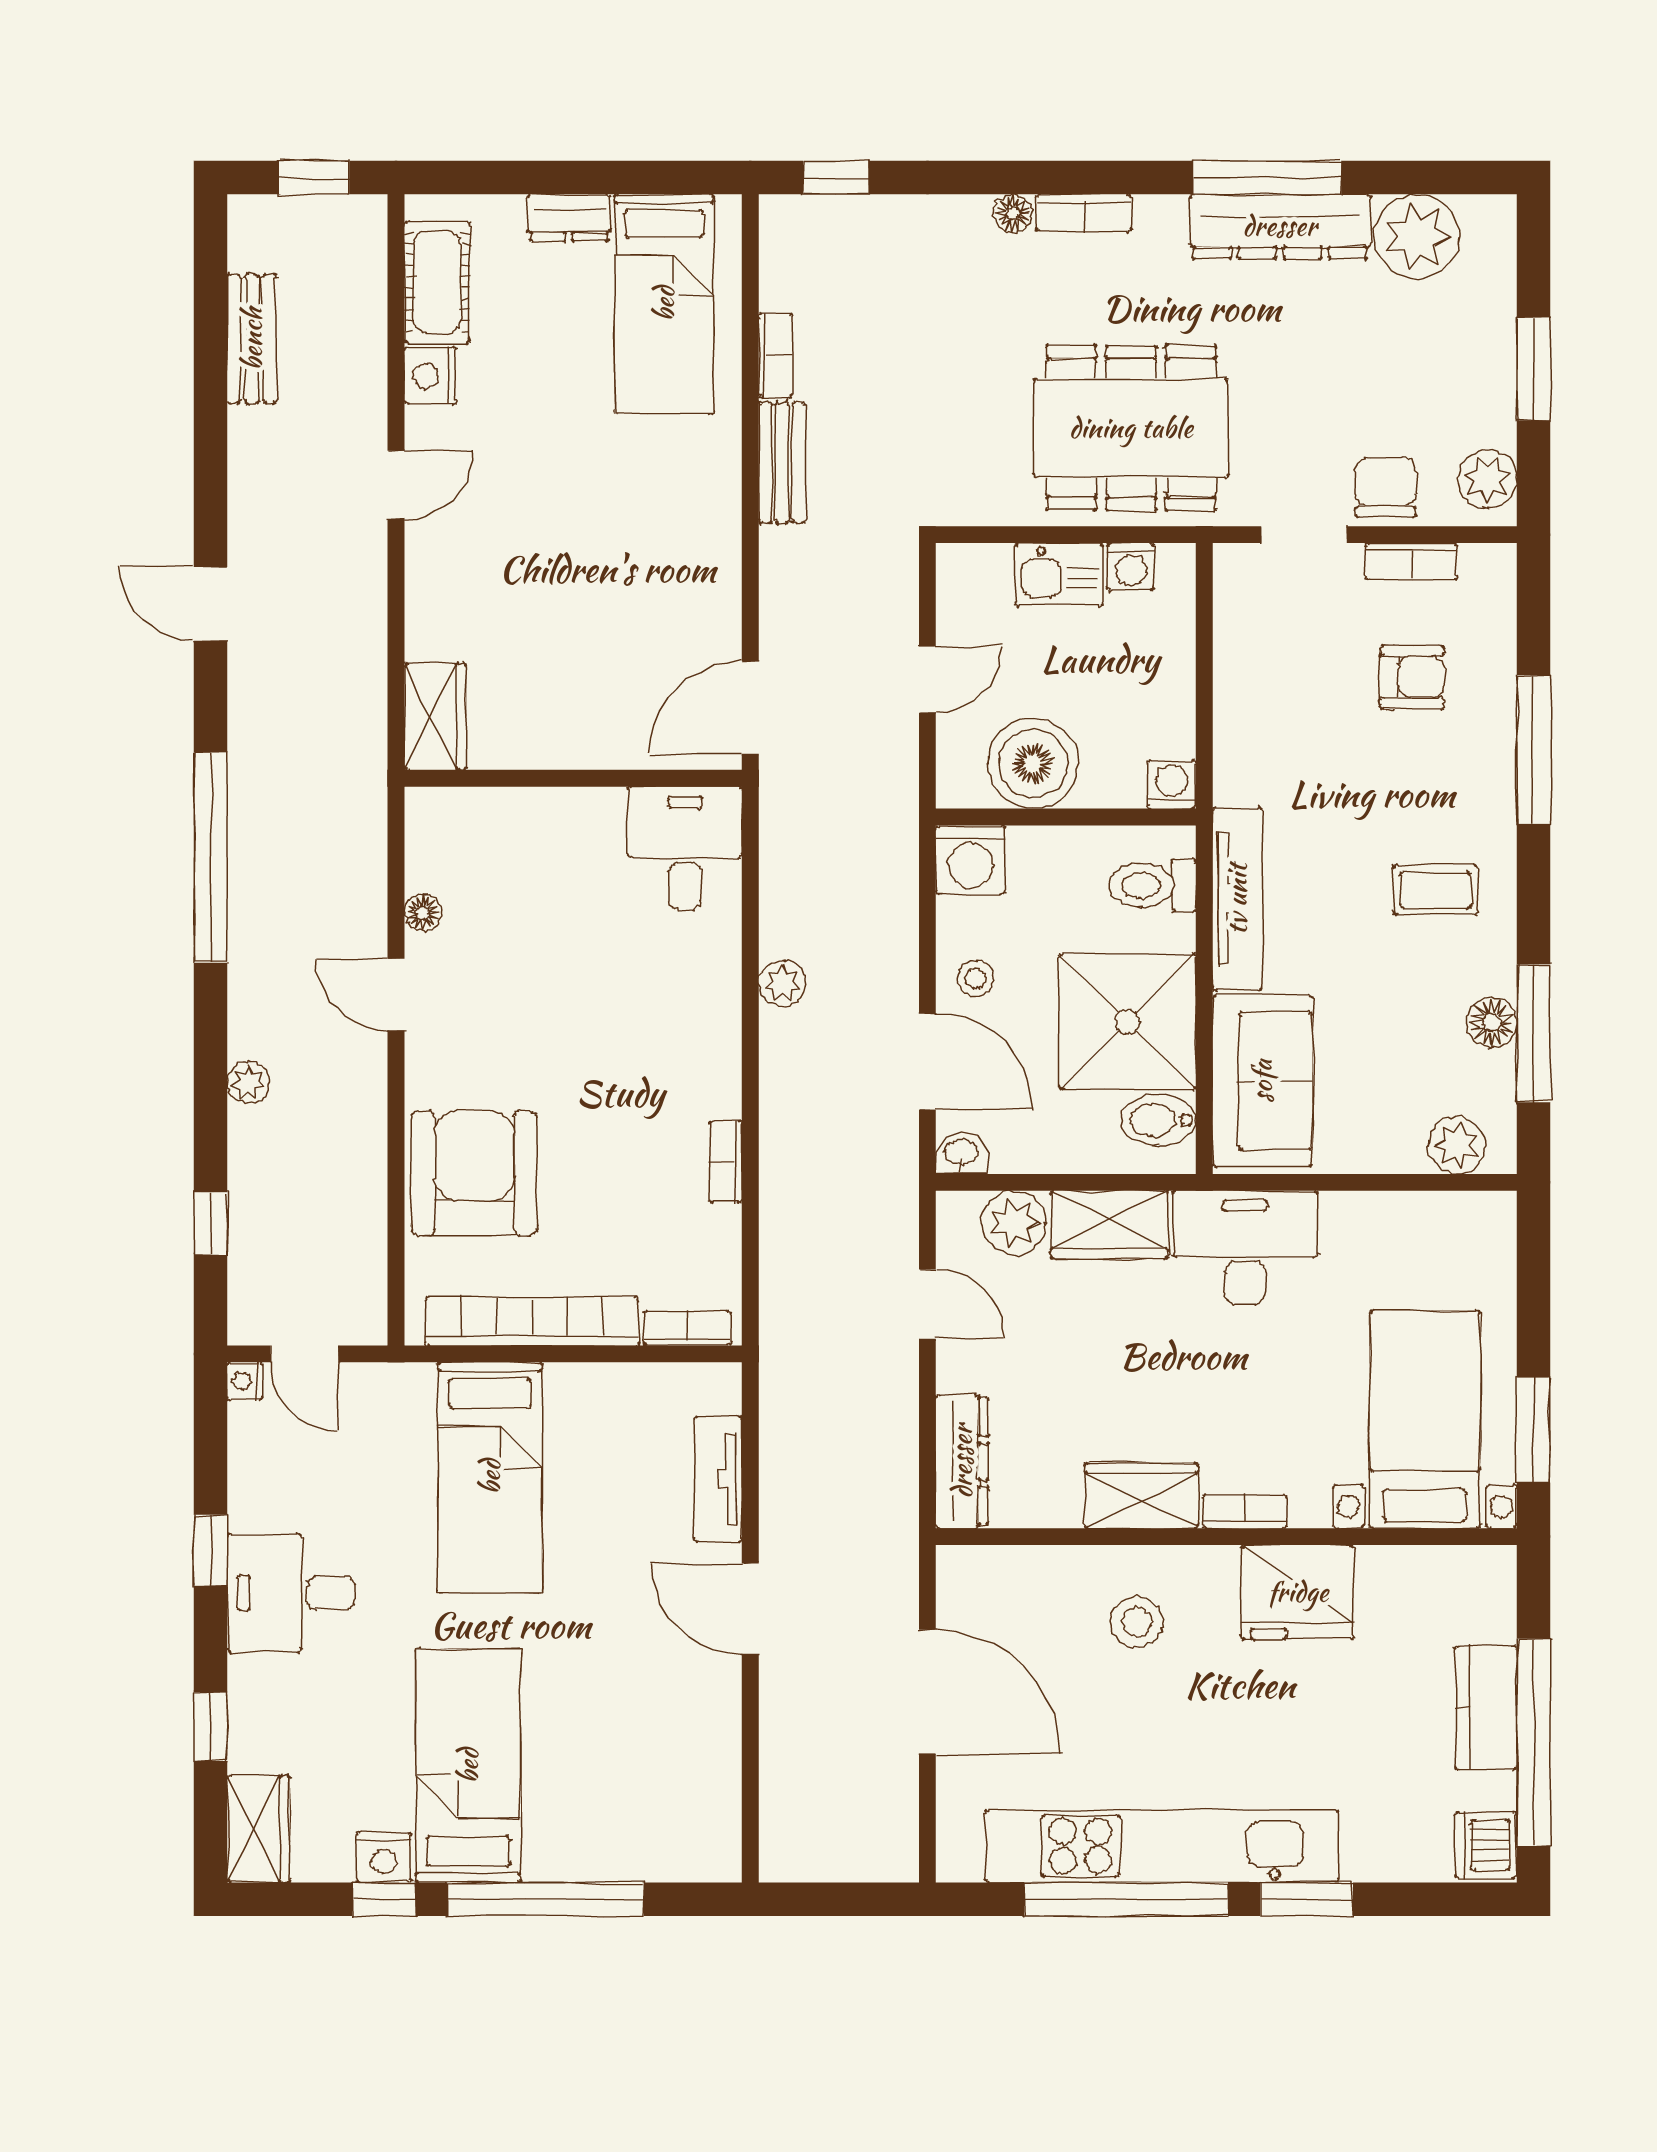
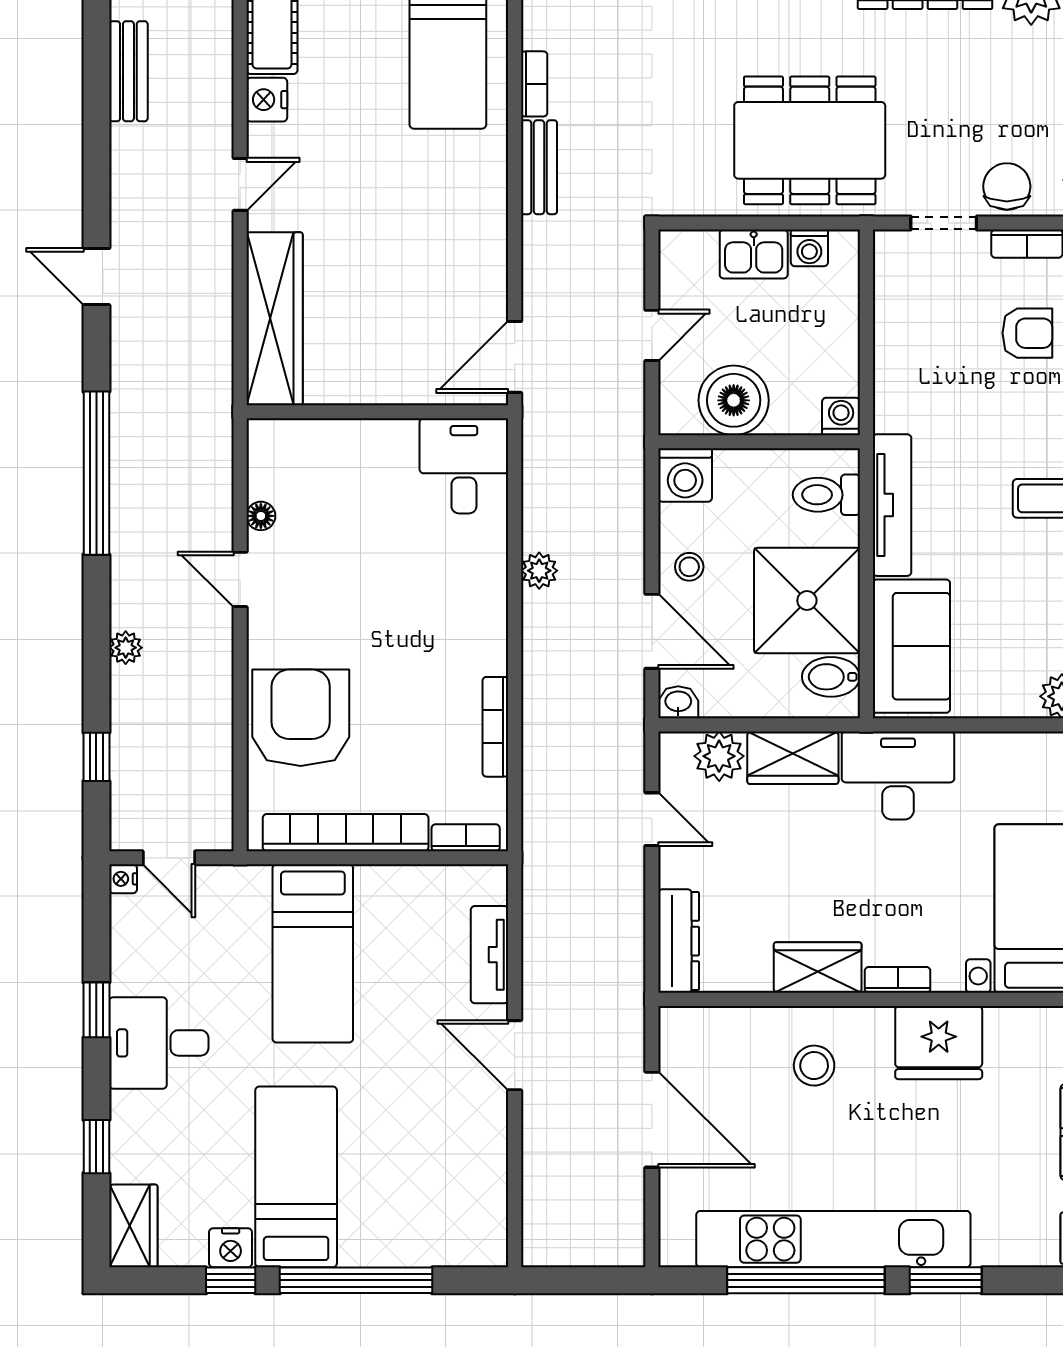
wardrobe: (435, 717) -> (275, 319), width x2.10, depth x1.17
bookcase: (725, 1162) -> (495, 727), width x1.56

